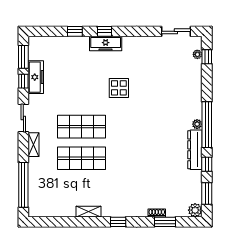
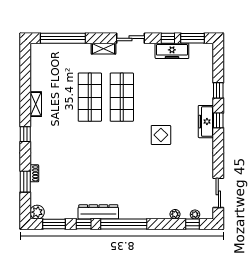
plant: (197, 124) -> (175, 214), moved

